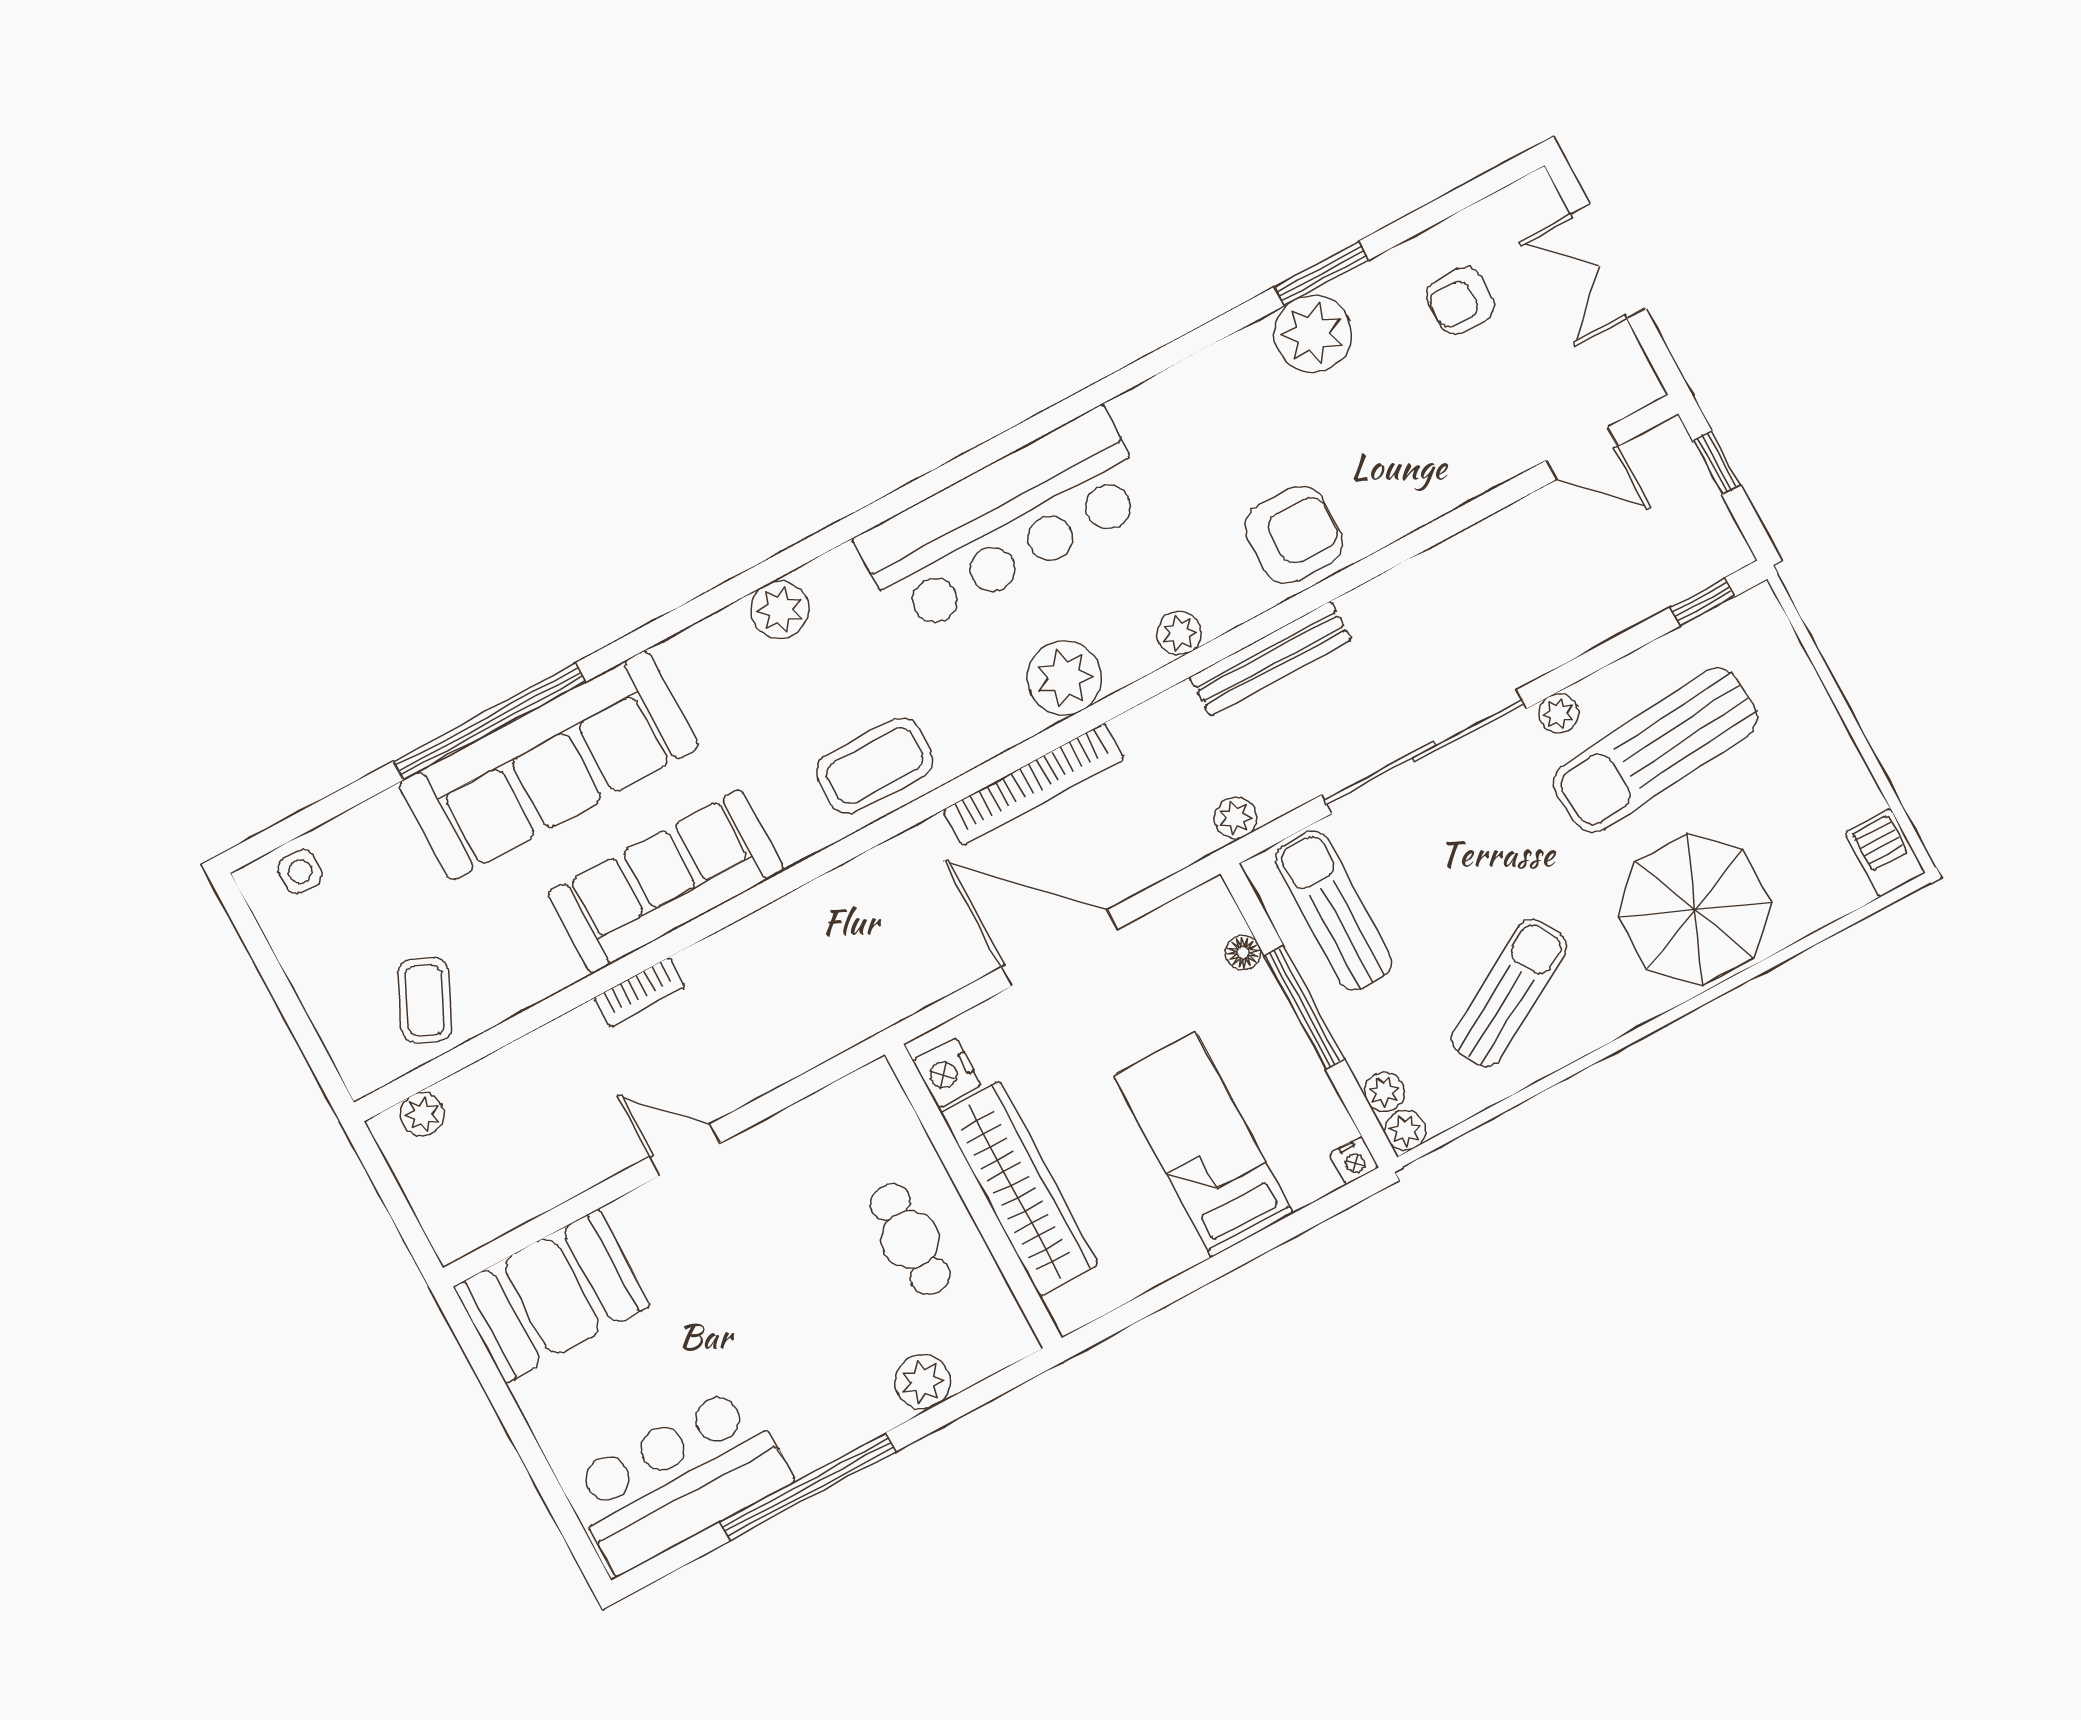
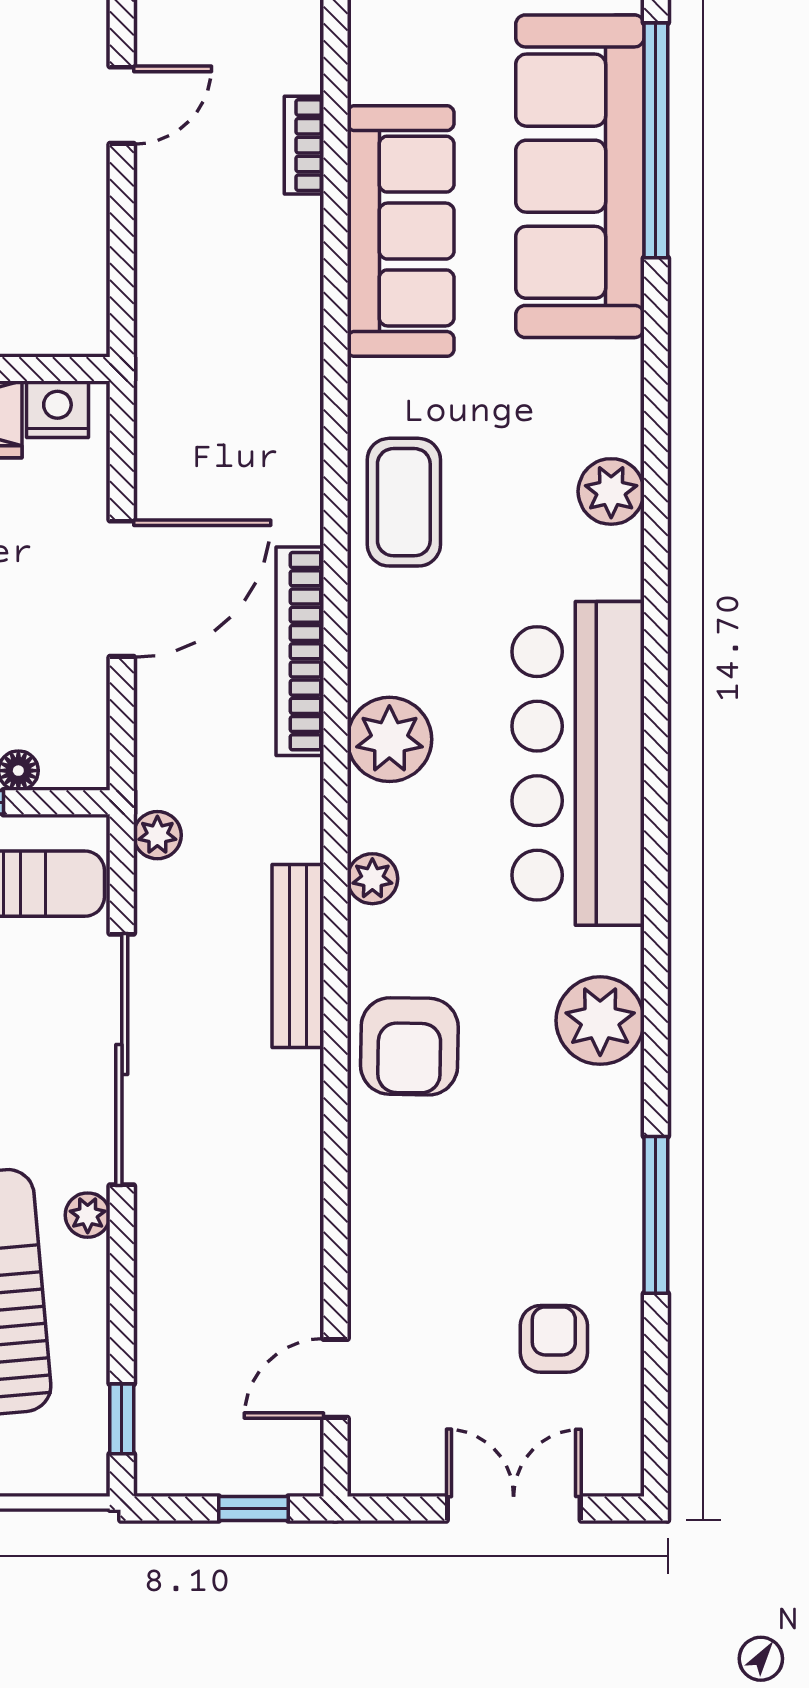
window: (1322, 273) -> (656, 1215), width x1.44
plant: (1313, 334) -> (600, 1021), moved

